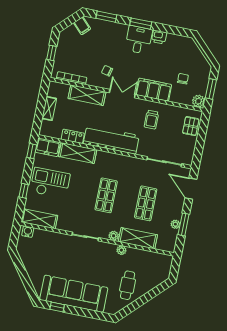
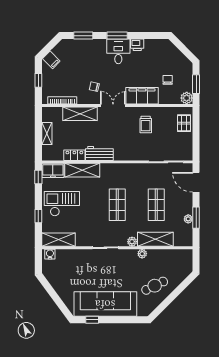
filing cabinet: (82, 26) -> (51, 60), moved
workbench: (111, 140) -> (99, 153), width x0.53, depth x0.76
cafe table: (128, 285) -> (155, 286), turned 64

